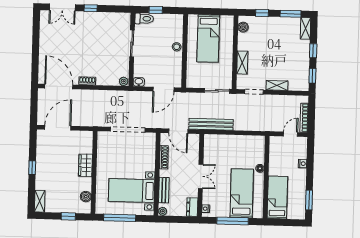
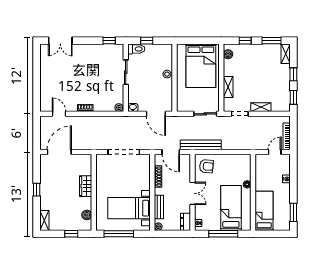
window: (91, 8) -> (109, 41), moved
bed: (208, 39) -> (201, 66), width x1.50
door: (59, 86) -> (59, 114), width x0.53
door: (163, 89) -> (156, 114), hinge flipped
armchair: (216, 148) -> (206, 166), added

